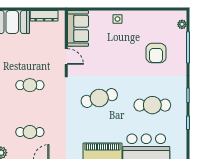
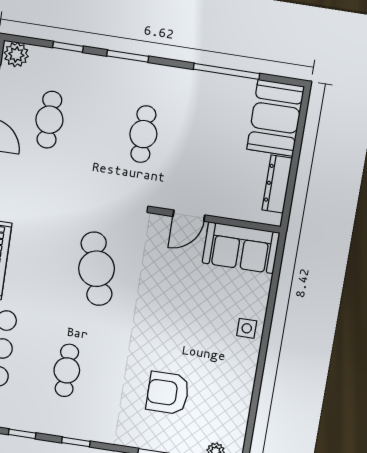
cafe table: (152, 105) -> (67, 370), width x0.73, depth x0.74

